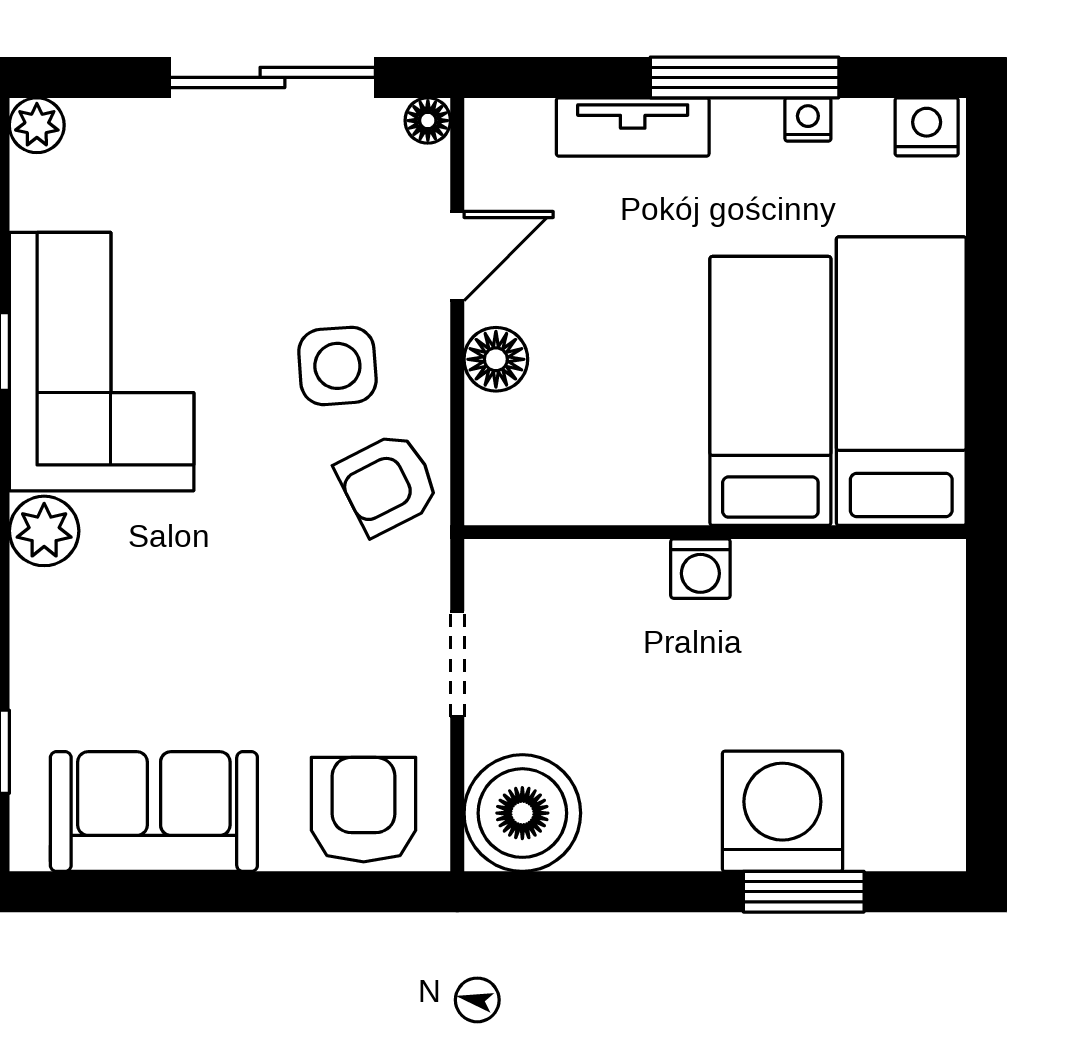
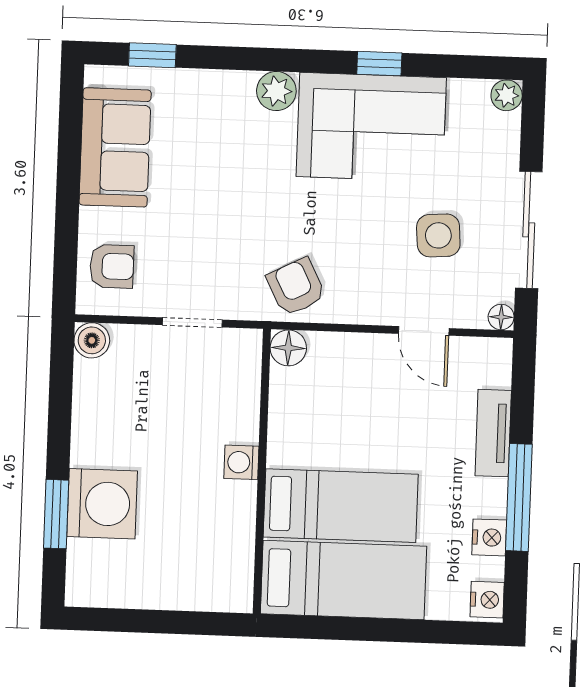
nightstand: (808, 120) -> (489, 537), width x1.39, depth x1.35
floor lamp: (496, 359) -> (288, 348), moved
side table: (337, 366) -> (438, 235), moved
armchair: (364, 810) -> (112, 266), width x0.72, depth x0.72
boiler: (522, 813) -> (92, 340), width x0.54, depth x0.54

